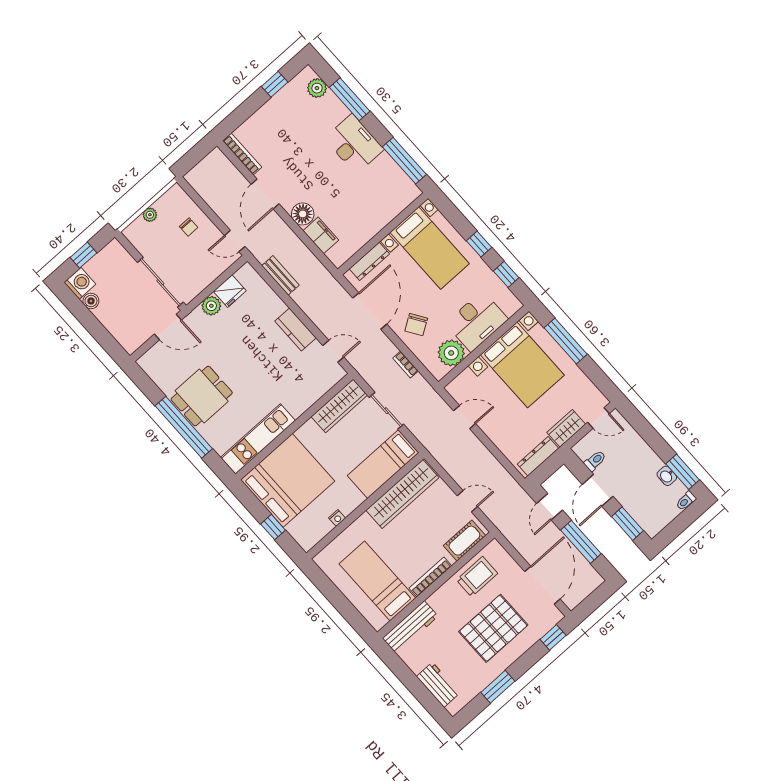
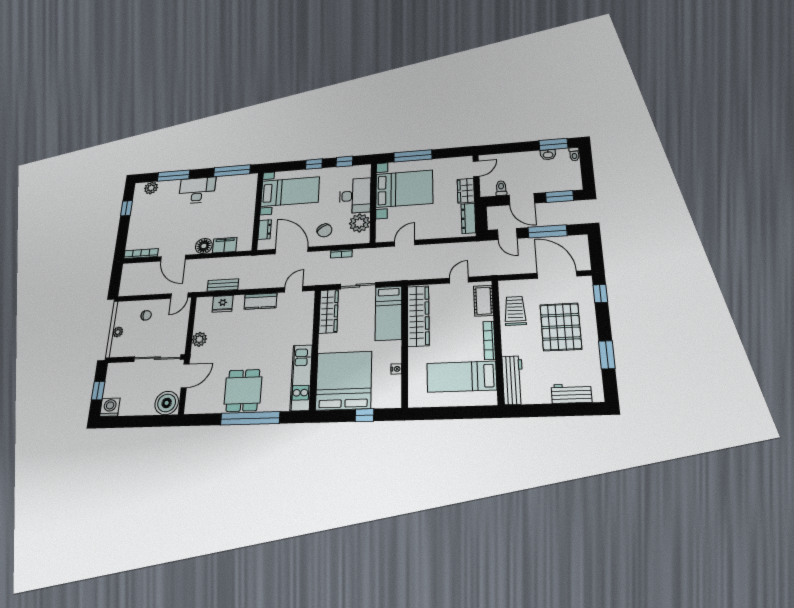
dresser: (369, 261) -> (265, 230), width x0.70
fridge: (230, 291) -> (223, 304), moved, turned 90
boiler: (91, 301) -> (167, 403), moved, width x1.86, depth x1.86

